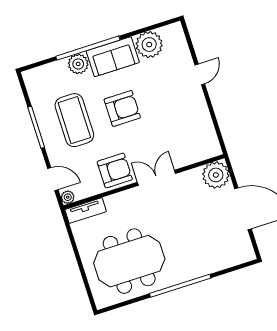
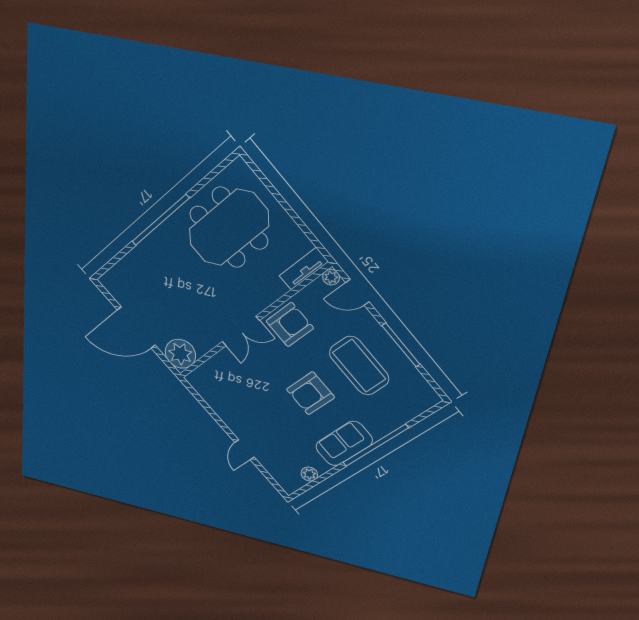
plant: (149, 45) -> (309, 474), width x0.53, depth x0.53
plant: (78, 64) -> (380, 426), removed
armchair: (115, 171) -> (290, 325), turned 180

